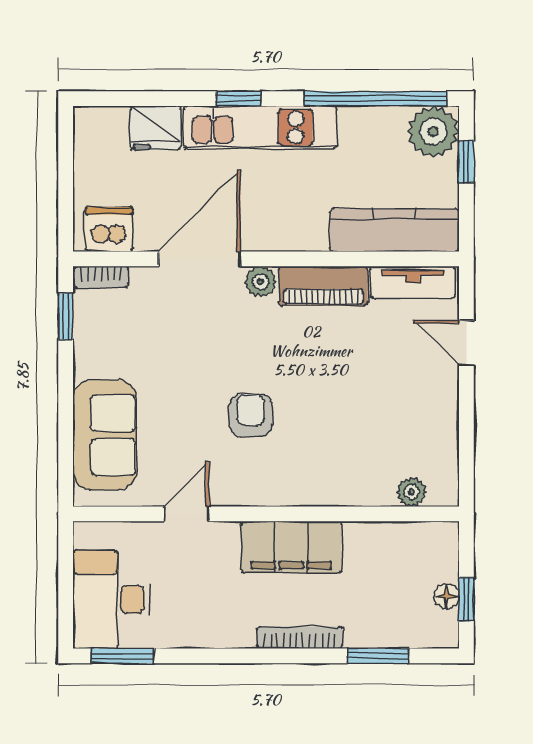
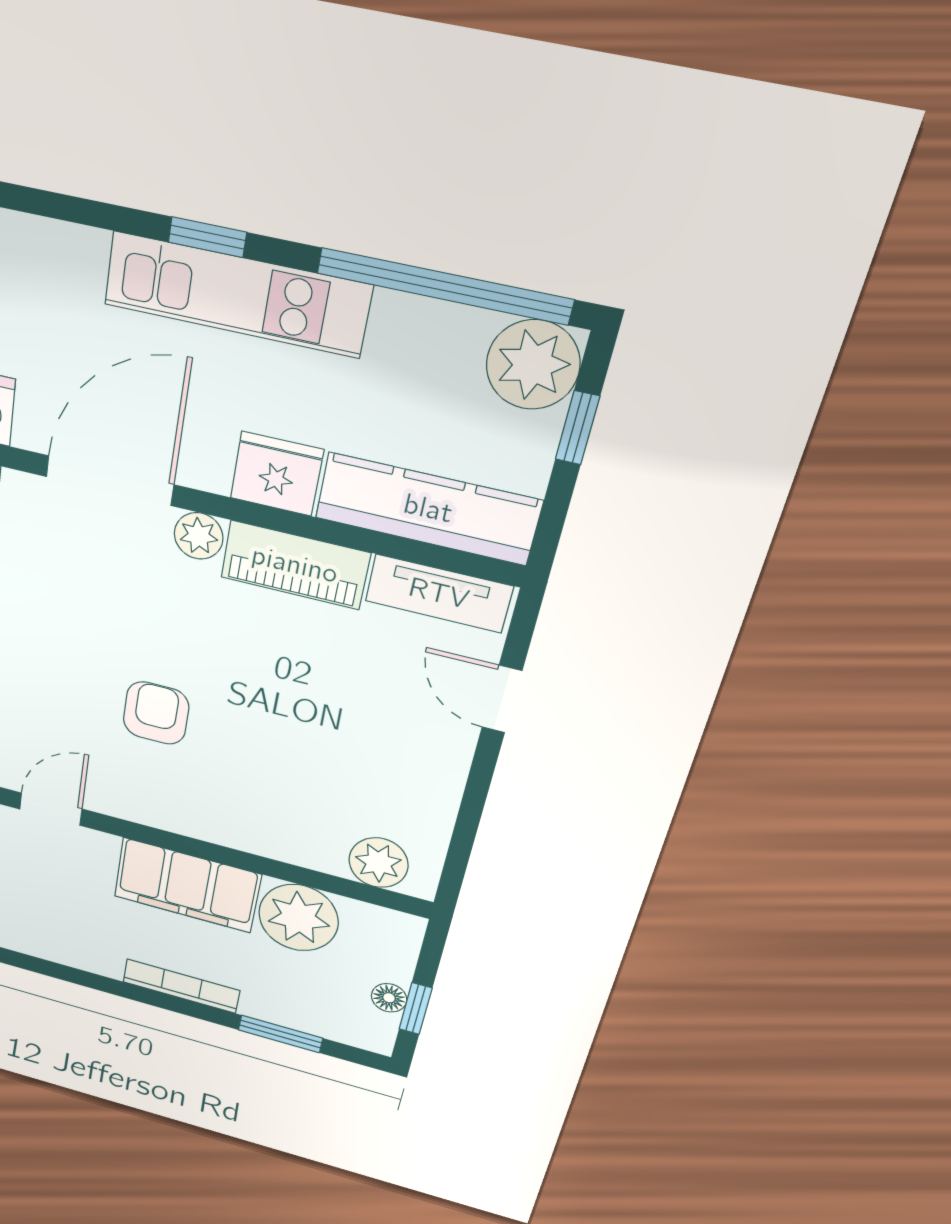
fridge: (155, 128) -> (277, 474), moved, turned 180
plant: (411, 492) -> (378, 863), width x1.38, depth x1.38
plant: (372, 549) -> (298, 918), added

